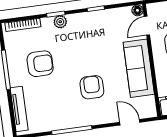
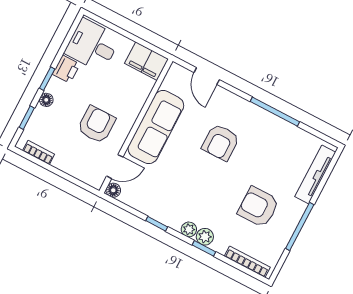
plant: (73, 19) -> (189, 229), added

